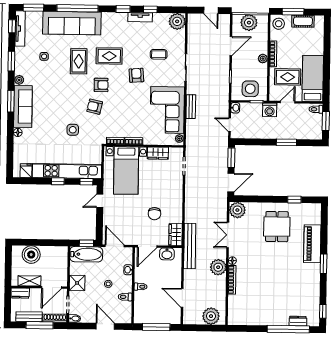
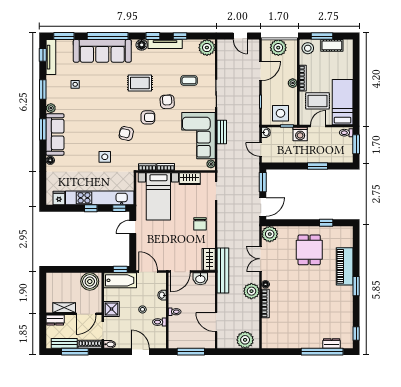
tv unit: (140, 17) -> (165, 44), width x1.41
floor lamp: (112, 18) -> (142, 45), added
rug: (79, 61) -> (110, 89), removed
armchair: (101, 85) -> (148, 117), moved
chair: (154, 214) -> (200, 224), moved
boiler: (31, 255) -> (90, 281), moved

